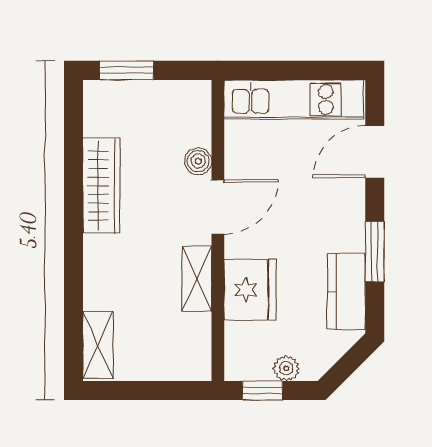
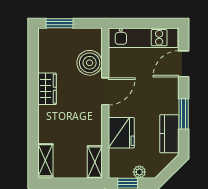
boiler: (198, 161) -> (90, 63), width x1.86, depth x1.86
wardrobe: (101, 186) -> (47, 89), width x0.67
shelving: (197, 279) -> (95, 162), moved

